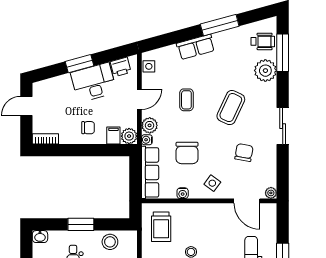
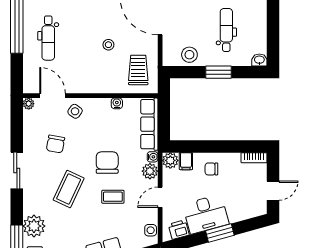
coffee table: (186, 100) -> (113, 197), turned 90
chair: (187, 153) -> (107, 163), moved
side table: (212, 183) -> (75, 111), moved

